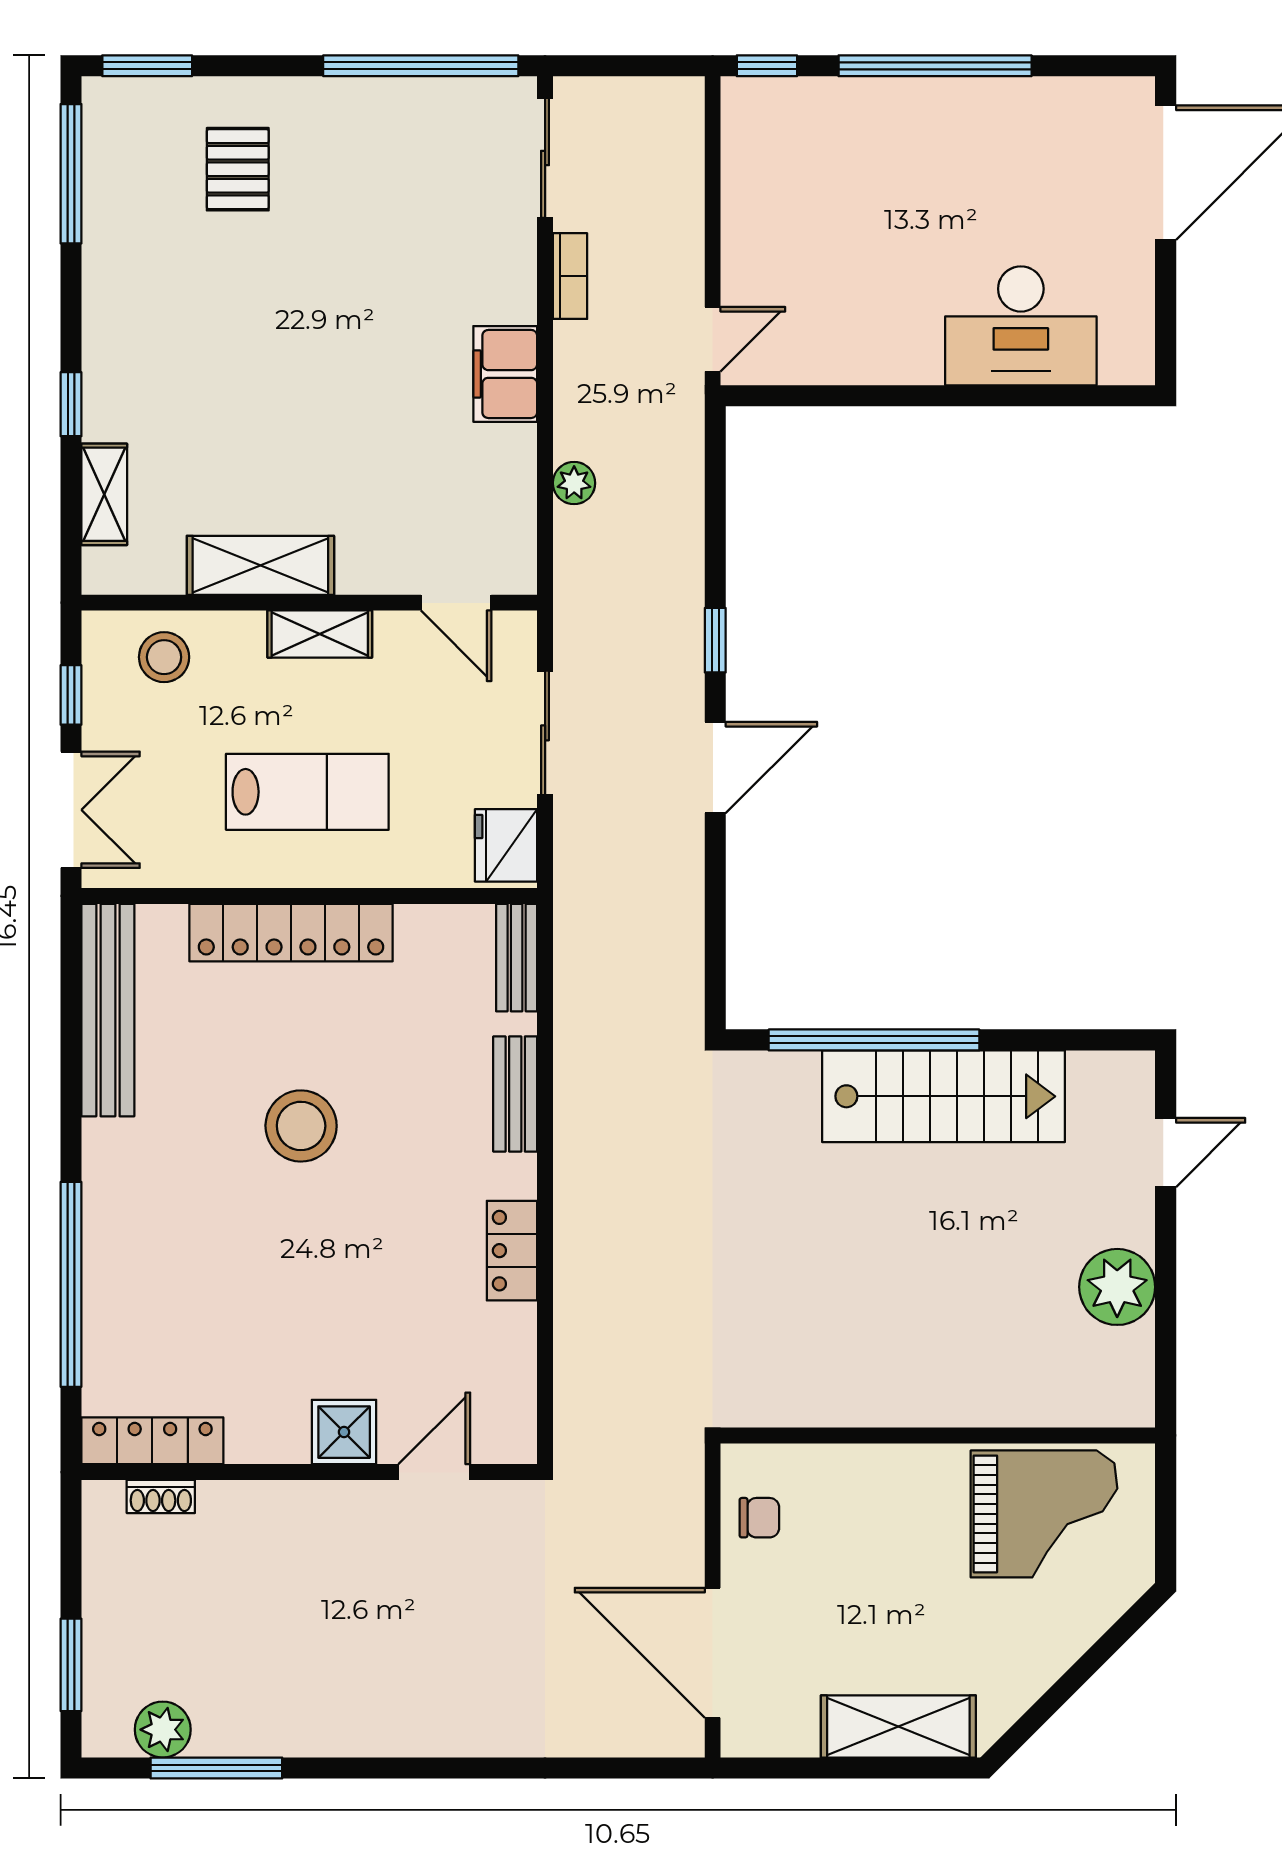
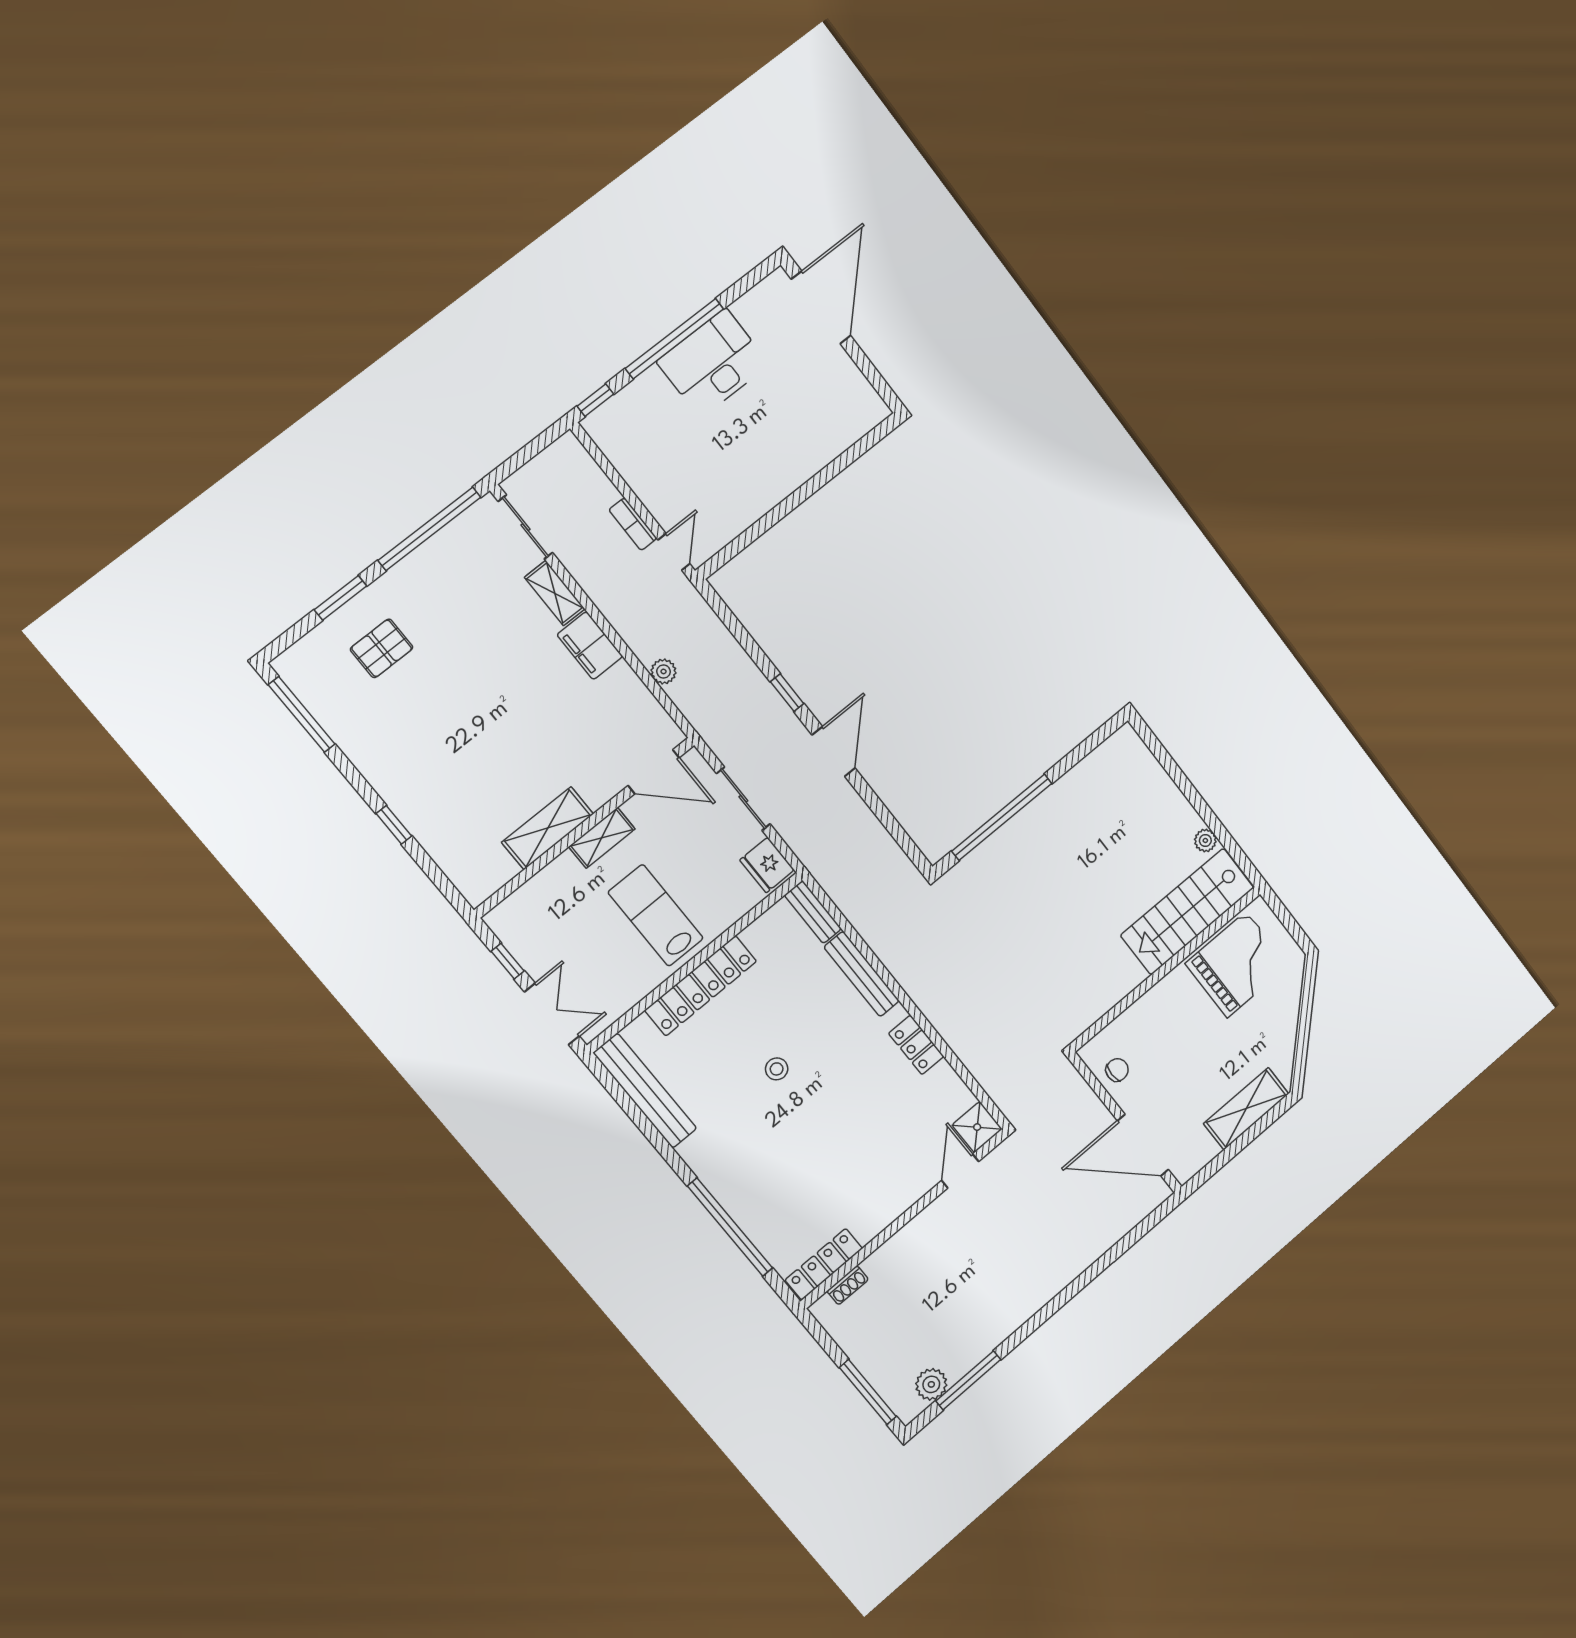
window: (147, 66) -> (341, 598), moved
pallet: (238, 169) -> (382, 648), turned 90
bookcase: (570, 276) -> (633, 524), moved, turned 180
desk: (1021, 326) -> (713, 363), moved, turned 180
shelving: (104, 494) -> (555, 593), moved
door: (456, 603) -> (654, 772), width x1.38
stool: (164, 657) -> (537, 908), removed
lab bench: (307, 792) -> (656, 915), turned -90
bench: (515, 1094) -> (862, 974), width x1.36
stairs: (944, 1096) -> (1187, 911), moved, turned 180
stool: (301, 1126) -> (777, 1069), width x0.53, depth x0.53
door: (1166, 1153) -> (1167, 762), removed
plant: (1117, 1287) -> (1205, 840), width x0.53, depth x0.53
shower: (344, 1432) -> (977, 1127), moved
window: (71, 1665) -> (868, 1392), width x1.44

